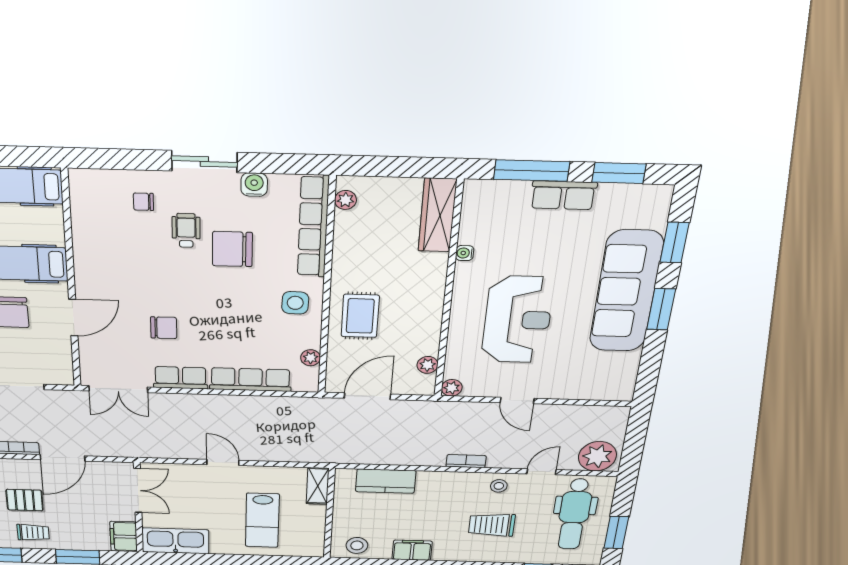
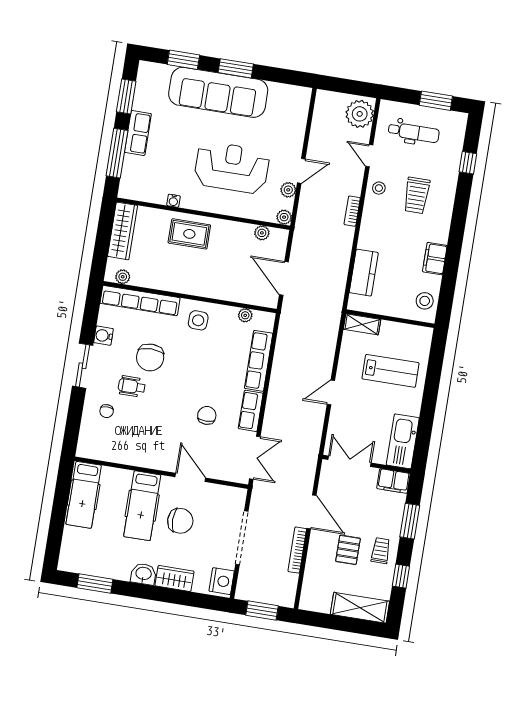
wardrobe: (437, 215) -> (123, 231), moved, turned -90
rug: (360, 316) -> (189, 234), moved
plant: (490, 389) -> (288, 190), added
dental chair: (574, 514) -> (414, 132), width x0.73, depth x0.72

